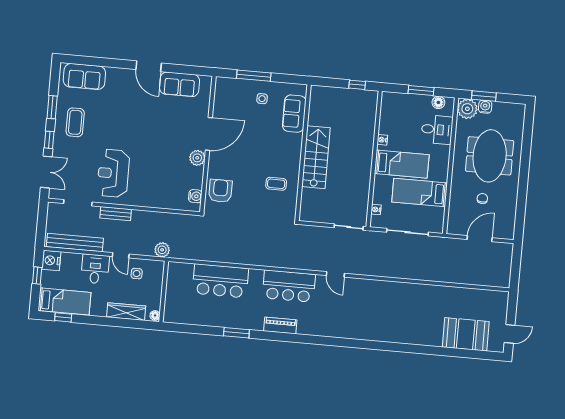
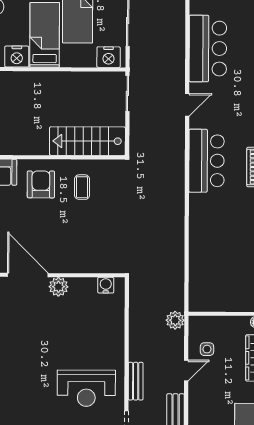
nightstand: (382, 140) -> (17, 57), width x1.89, depth x1.79
stairs: (316, 157) -> (87, 141), moved
armchair: (220, 191) -> (41, 184), moved, turned 90
nightstand: (376, 209) -> (109, 57), width x1.89, depth x1.79
desk: (95, 269) -> (206, 401), removed
bar counter: (220, 281) -> (208, 48), moved

